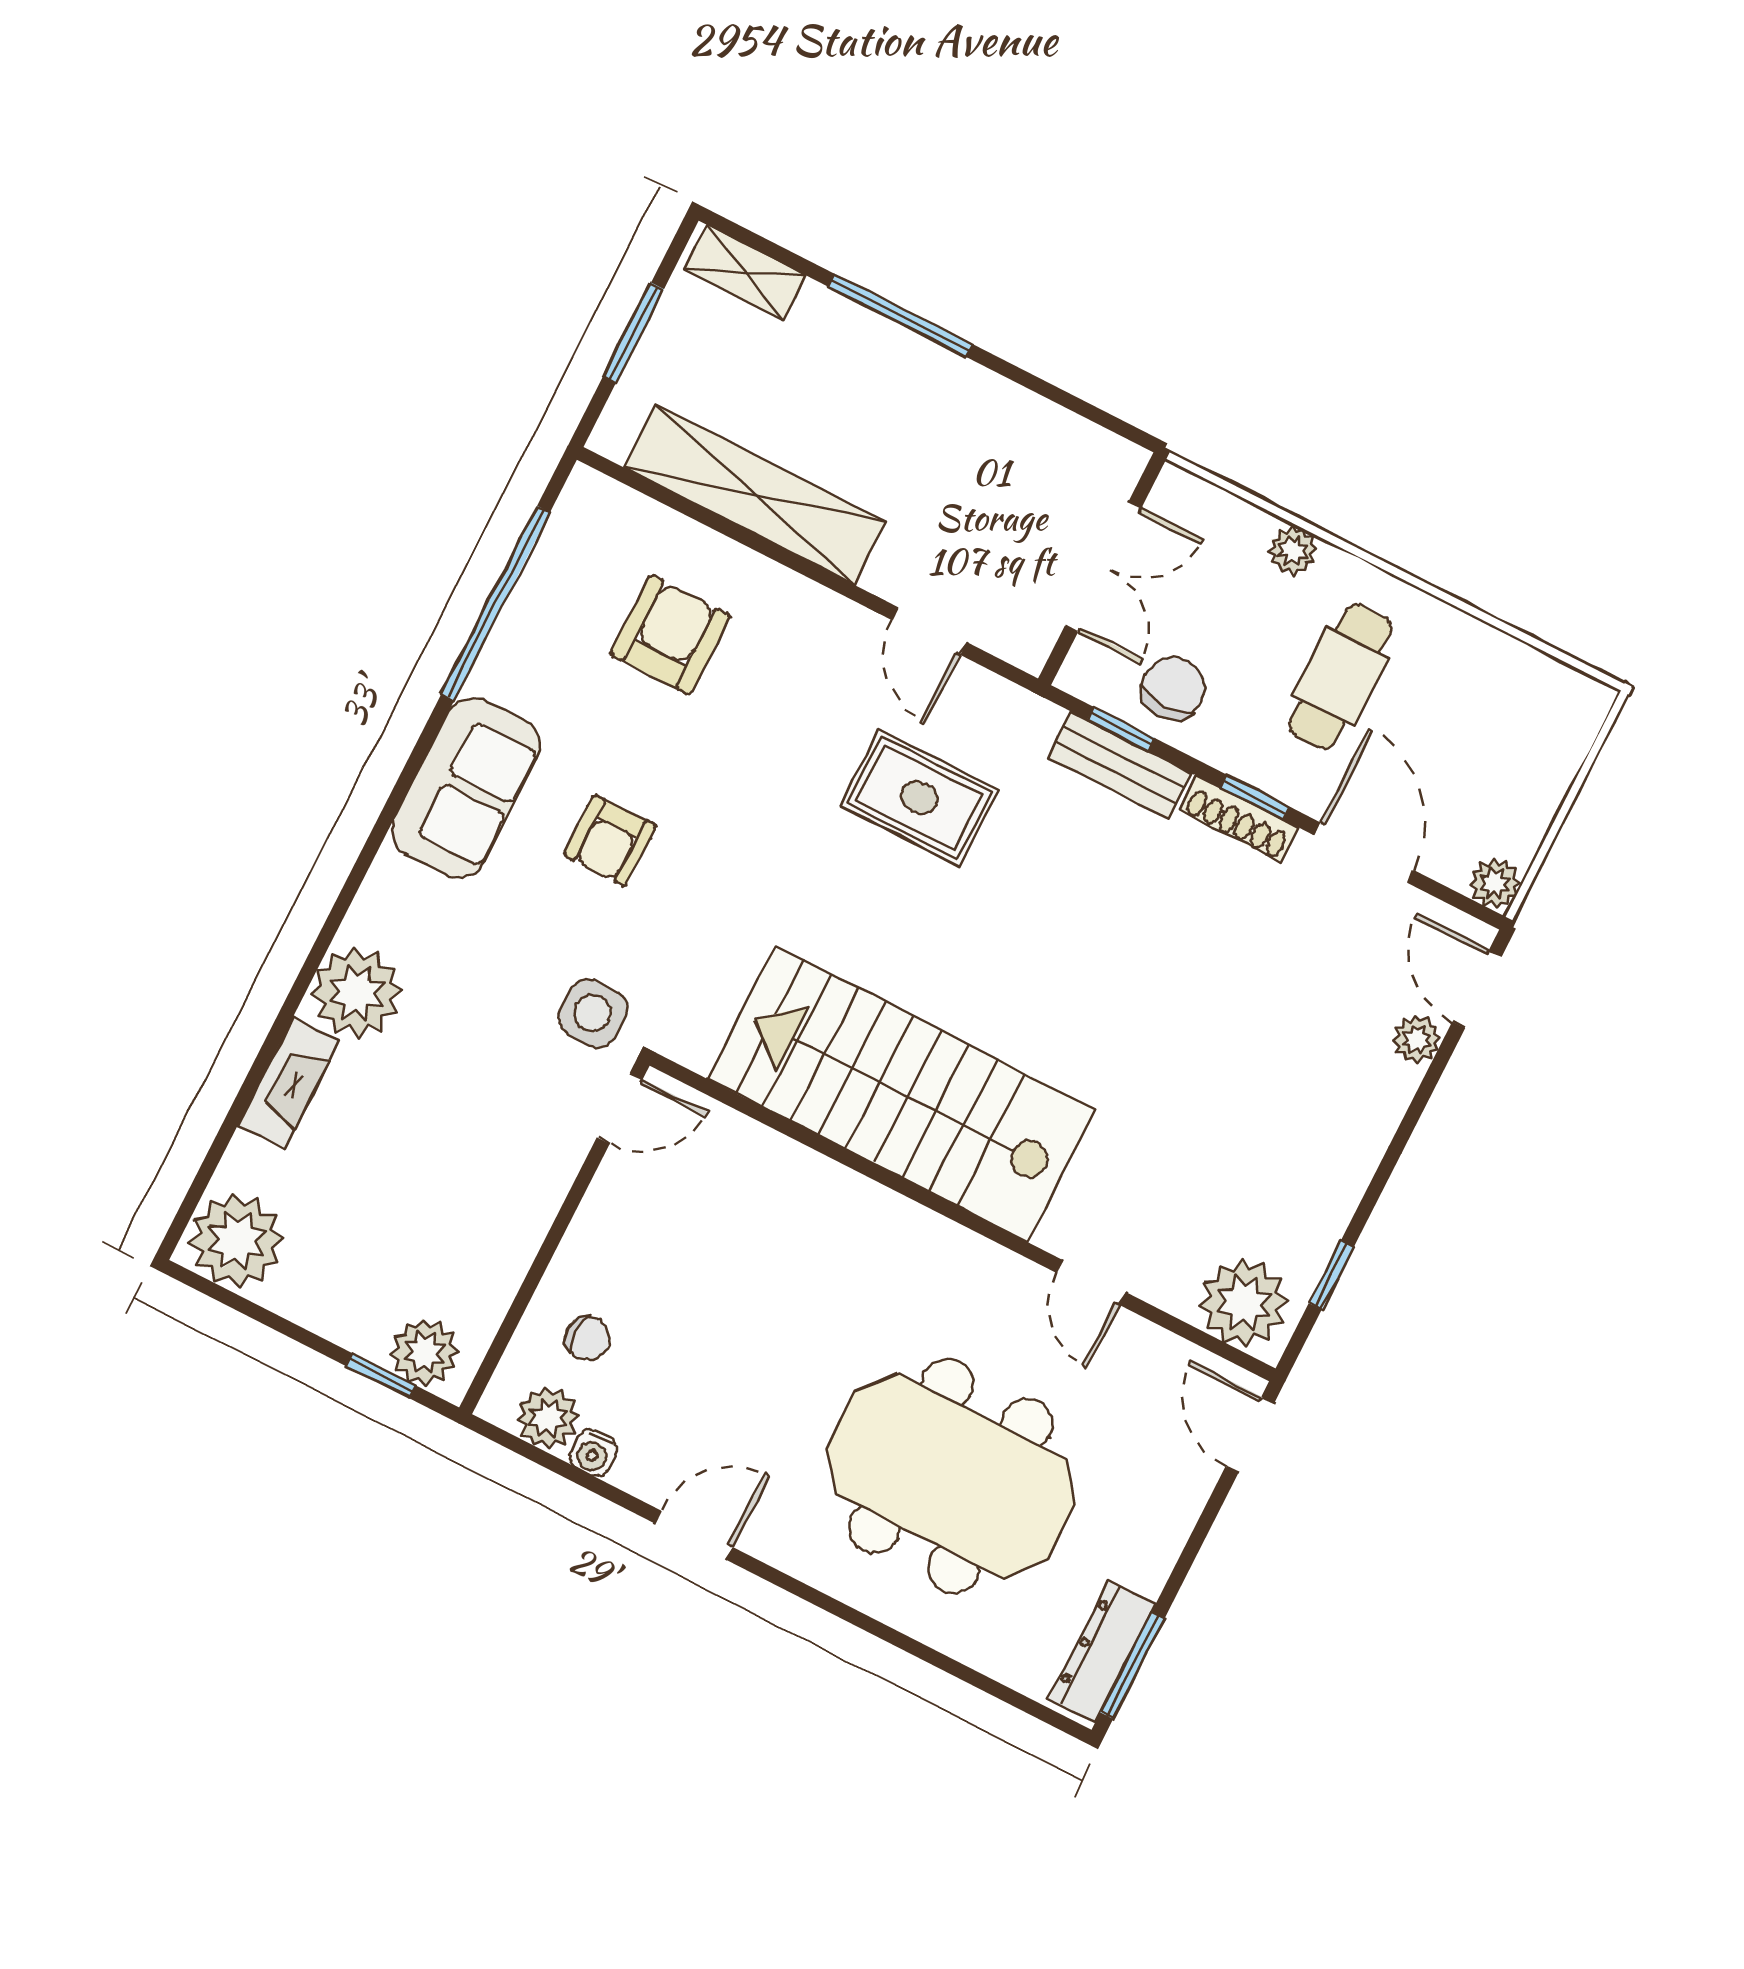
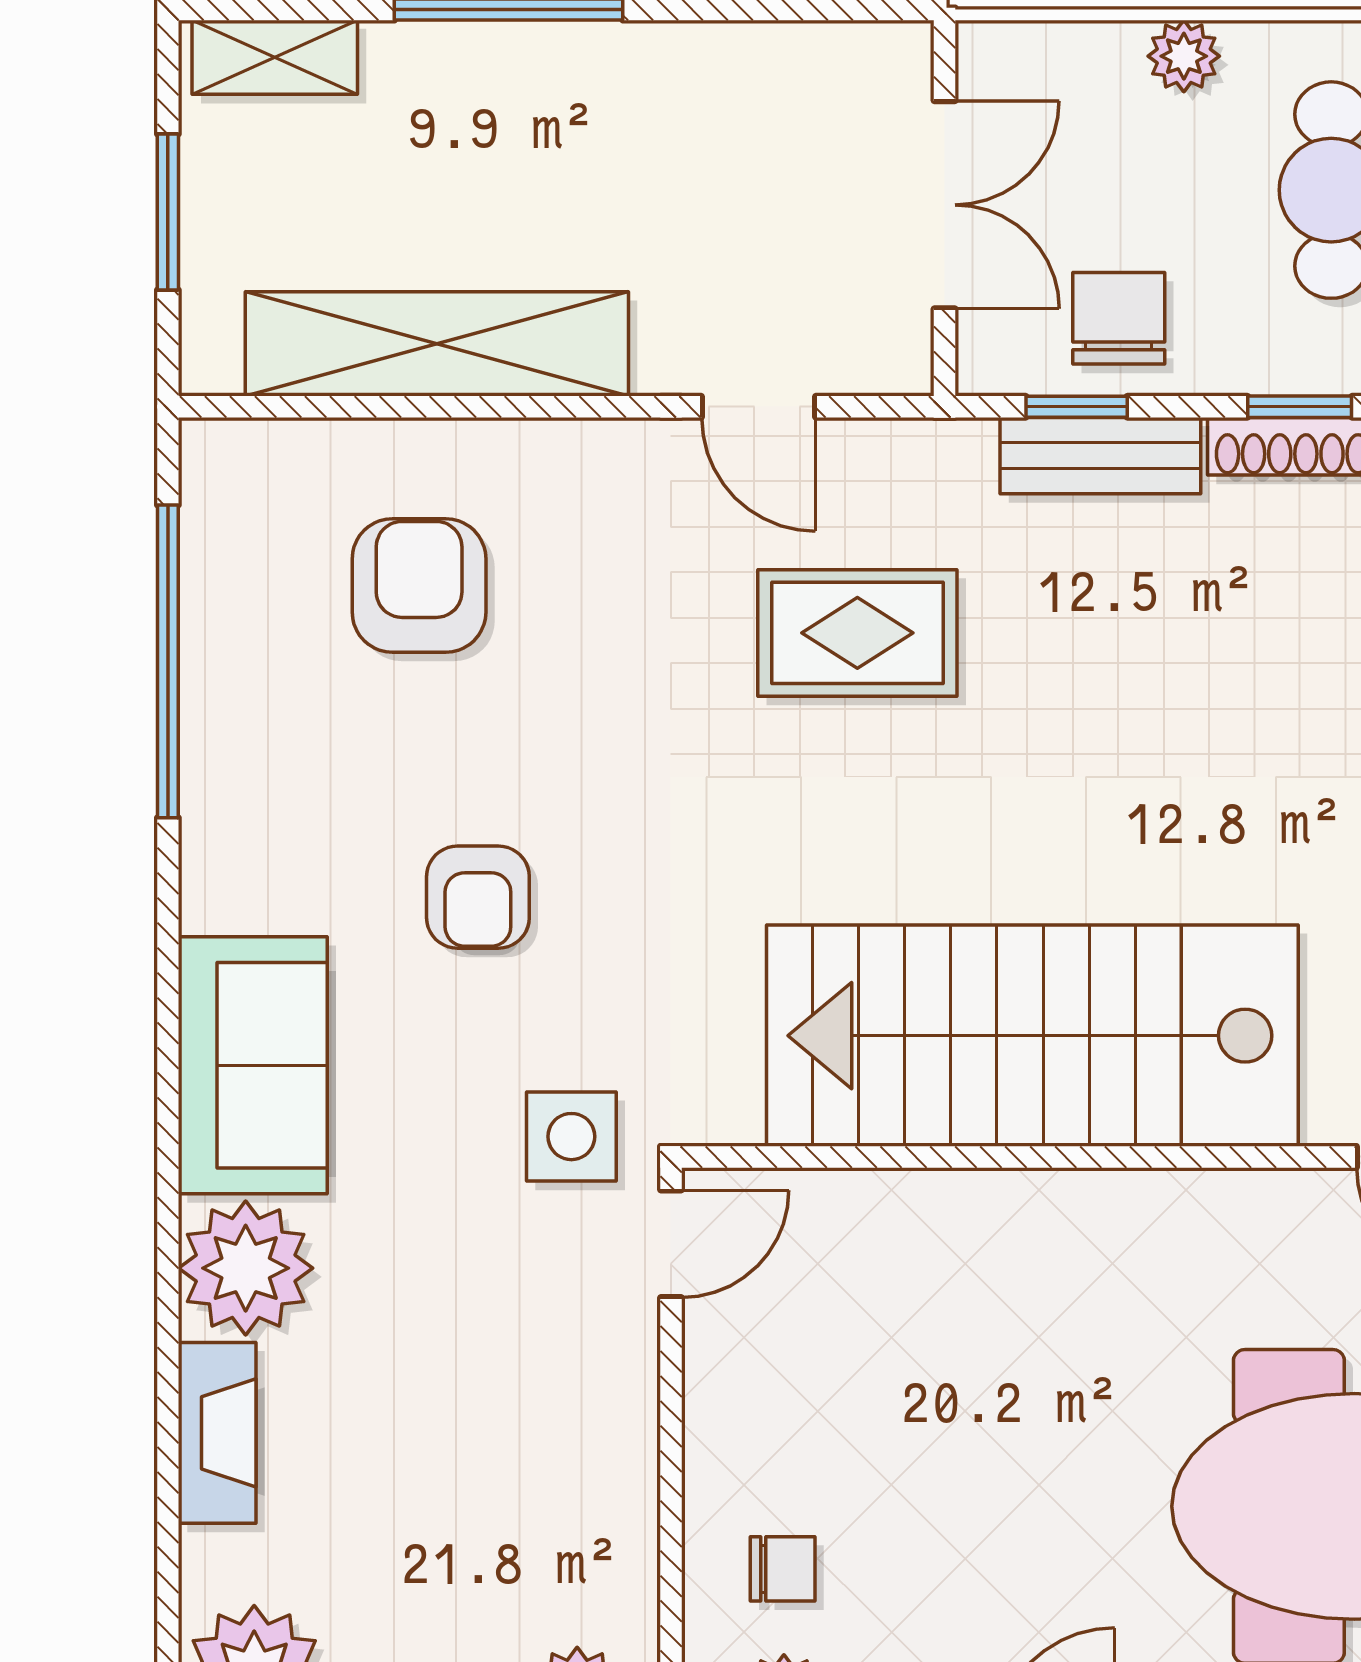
sofa: (466, 788) -> (253, 1065), moved

